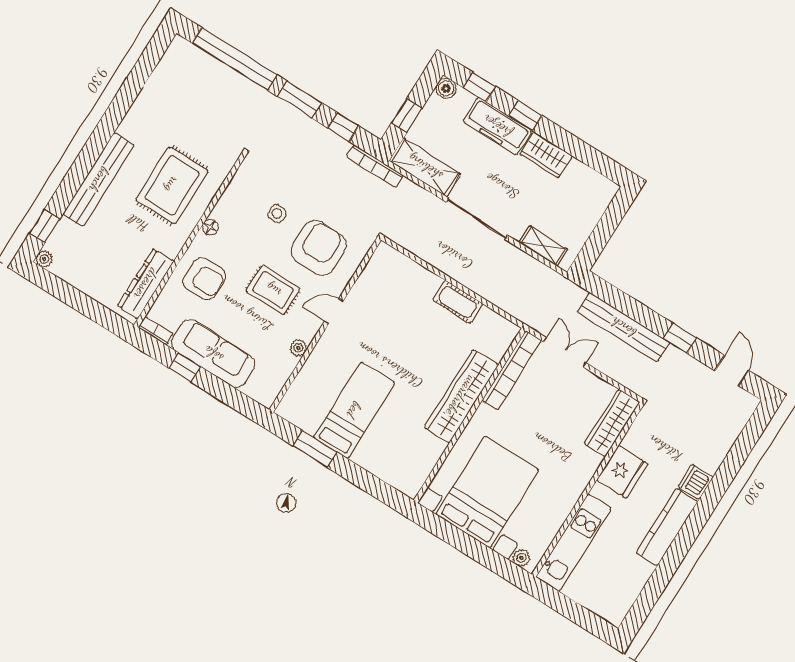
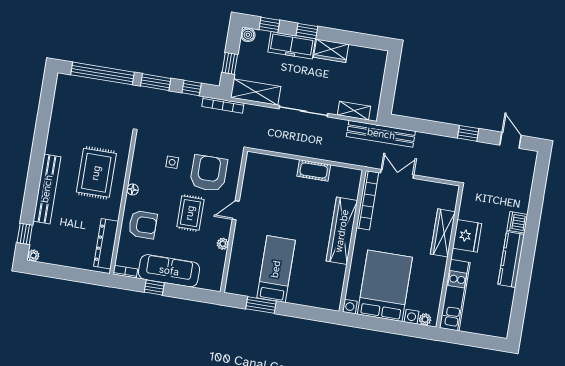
rug: (273, 290) -> (190, 213), turned 90
bench: (623, 327) -> (381, 134), moved
wardrobe: (612, 423) -> (443, 233), moved

